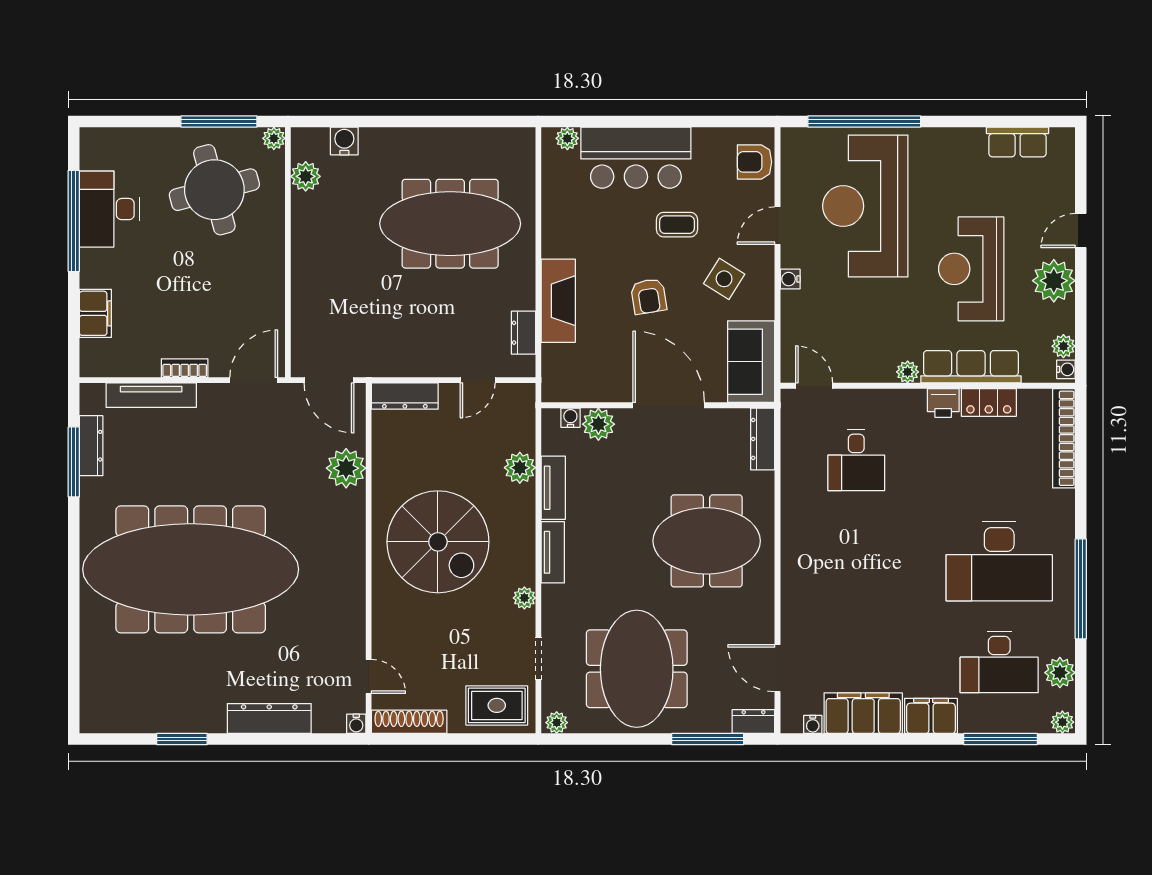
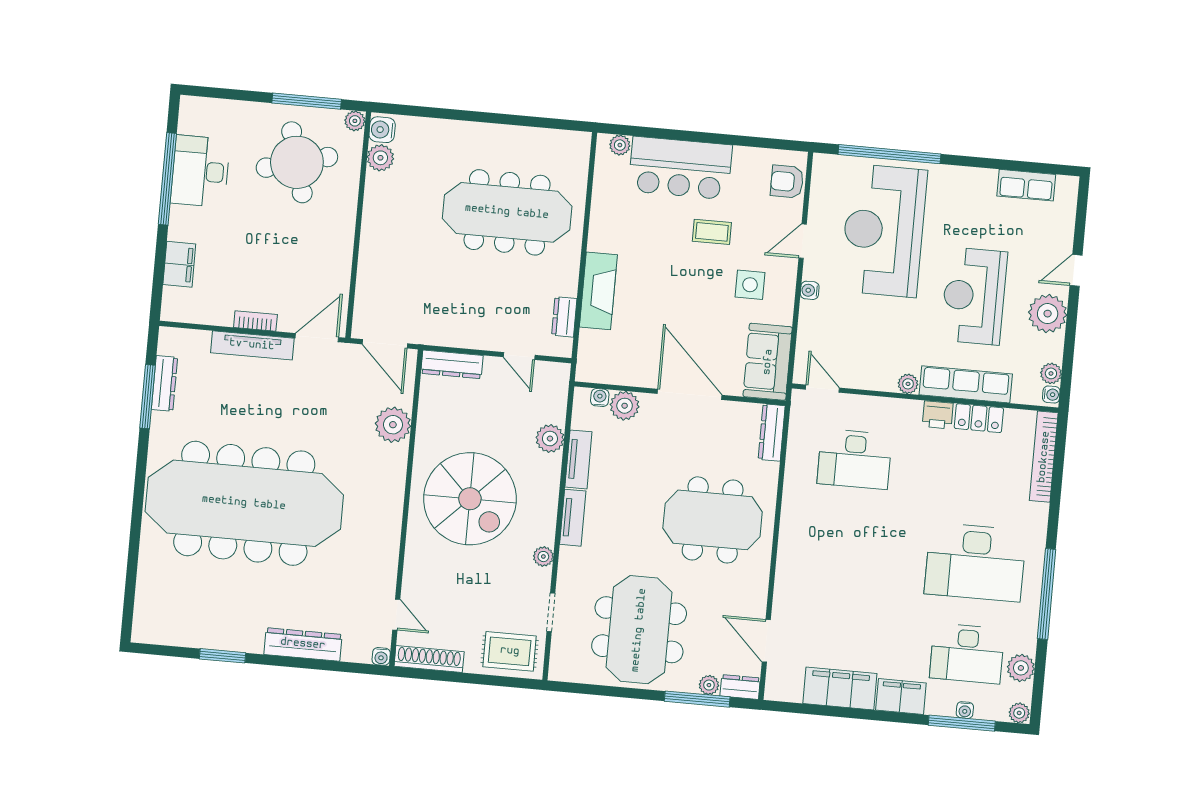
water cooler: (344, 141) -> (382, 130), moved, turned -90
side table: (724, 279) -> (750, 285), turned -32
armchair: (649, 296) -> (680, 294), removed
door: (478, 380) -> (519, 356), hinge flipped
tv unit: (151, 395) -> (252, 345), moved
desk: (856, 460) -> (854, 459), width x1.37
plant: (557, 723) -> (709, 685), moved
water cooler: (813, 724) -> (965, 710), moved

